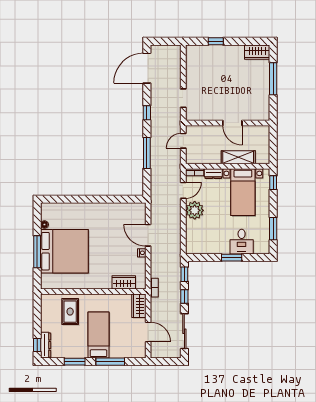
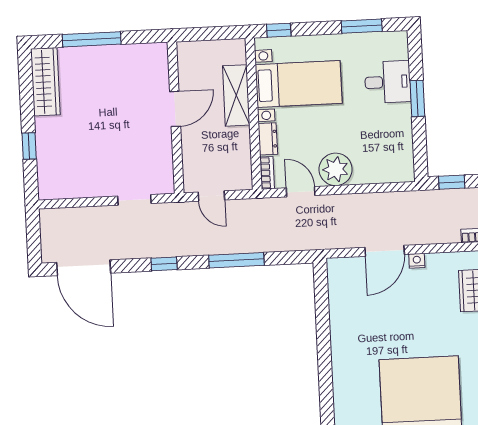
wardrobe: (257, 52) -> (45, 82), width x1.50

